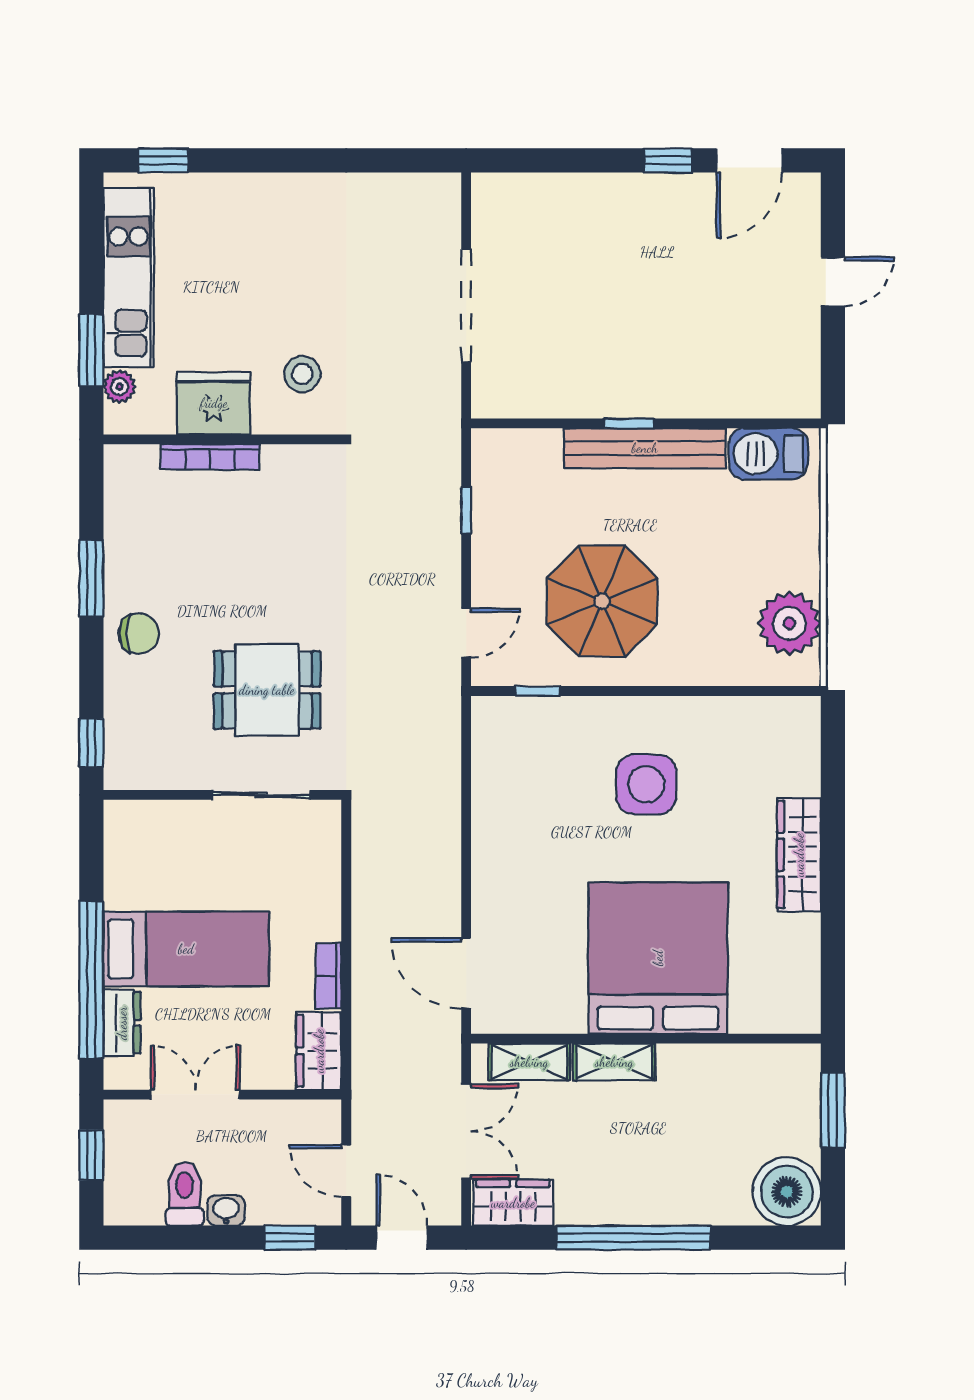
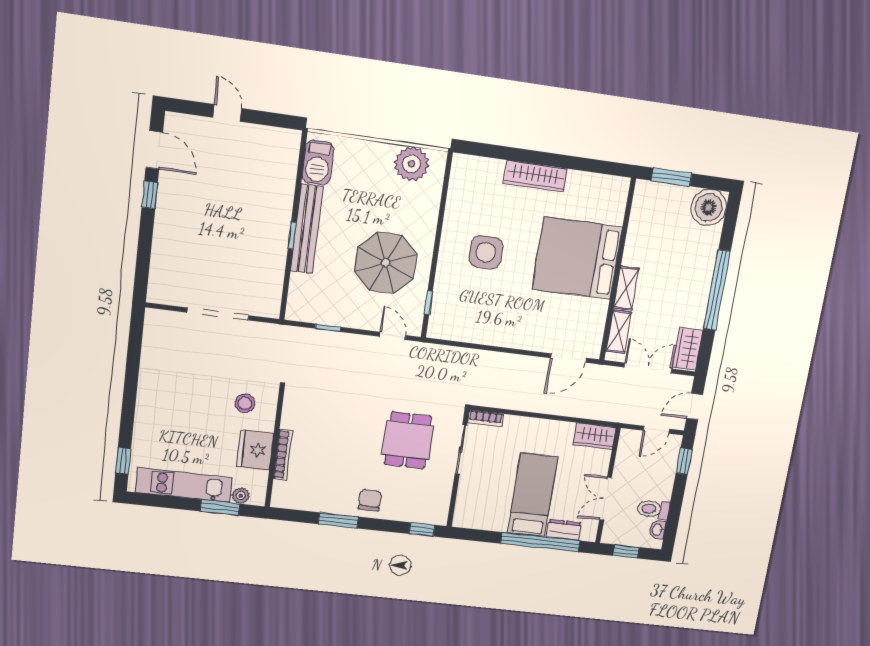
bookcase: (328, 976) -> (486, 418), moved
washbasin: (226, 1210) -> (658, 530), moved

